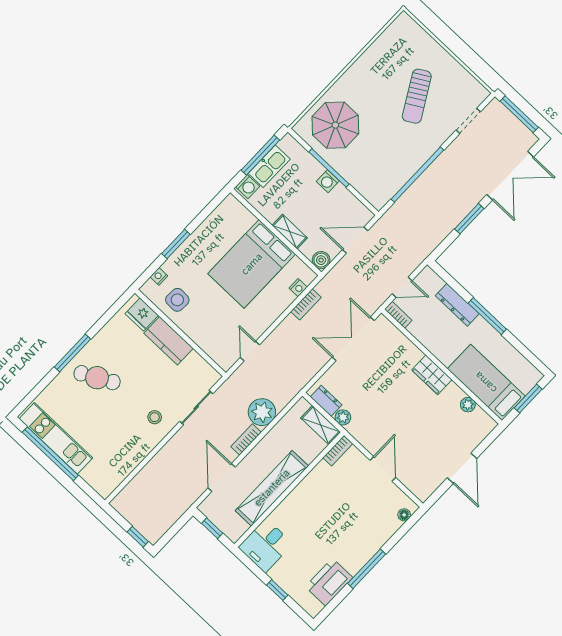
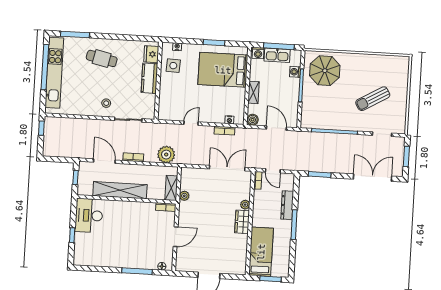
window: (519, 114) -> (406, 156), width x0.69
double door: (510, 176) -> (372, 178), swing flipped
washing machine: (328, 181) -> (295, 72), moved
window: (469, 219) -> (320, 174), moved
window: (176, 244) -> (214, 43), moved
bed: (252, 264) -> (223, 70), moved
door: (250, 351) -> (191, 123), moved
window: (73, 353) -> (75, 35), moved
cafe table: (97, 378) -> (102, 58), turned -50
dresser: (326, 401) -> (185, 181), removed
plant: (468, 405) -> (245, 205), moved
plant: (262, 412) -> (166, 155), moved
kitchen unit: (56, 438) -> (54, 73), width x1.36
door: (222, 478) -> (104, 161), hinge flipped
window: (138, 537) -> (41, 128), moved
desk: (266, 545) -> (89, 215), width x1.37
window: (367, 569) -> (137, 271), moved
printer: (329, 582) -> (98, 257), removed

